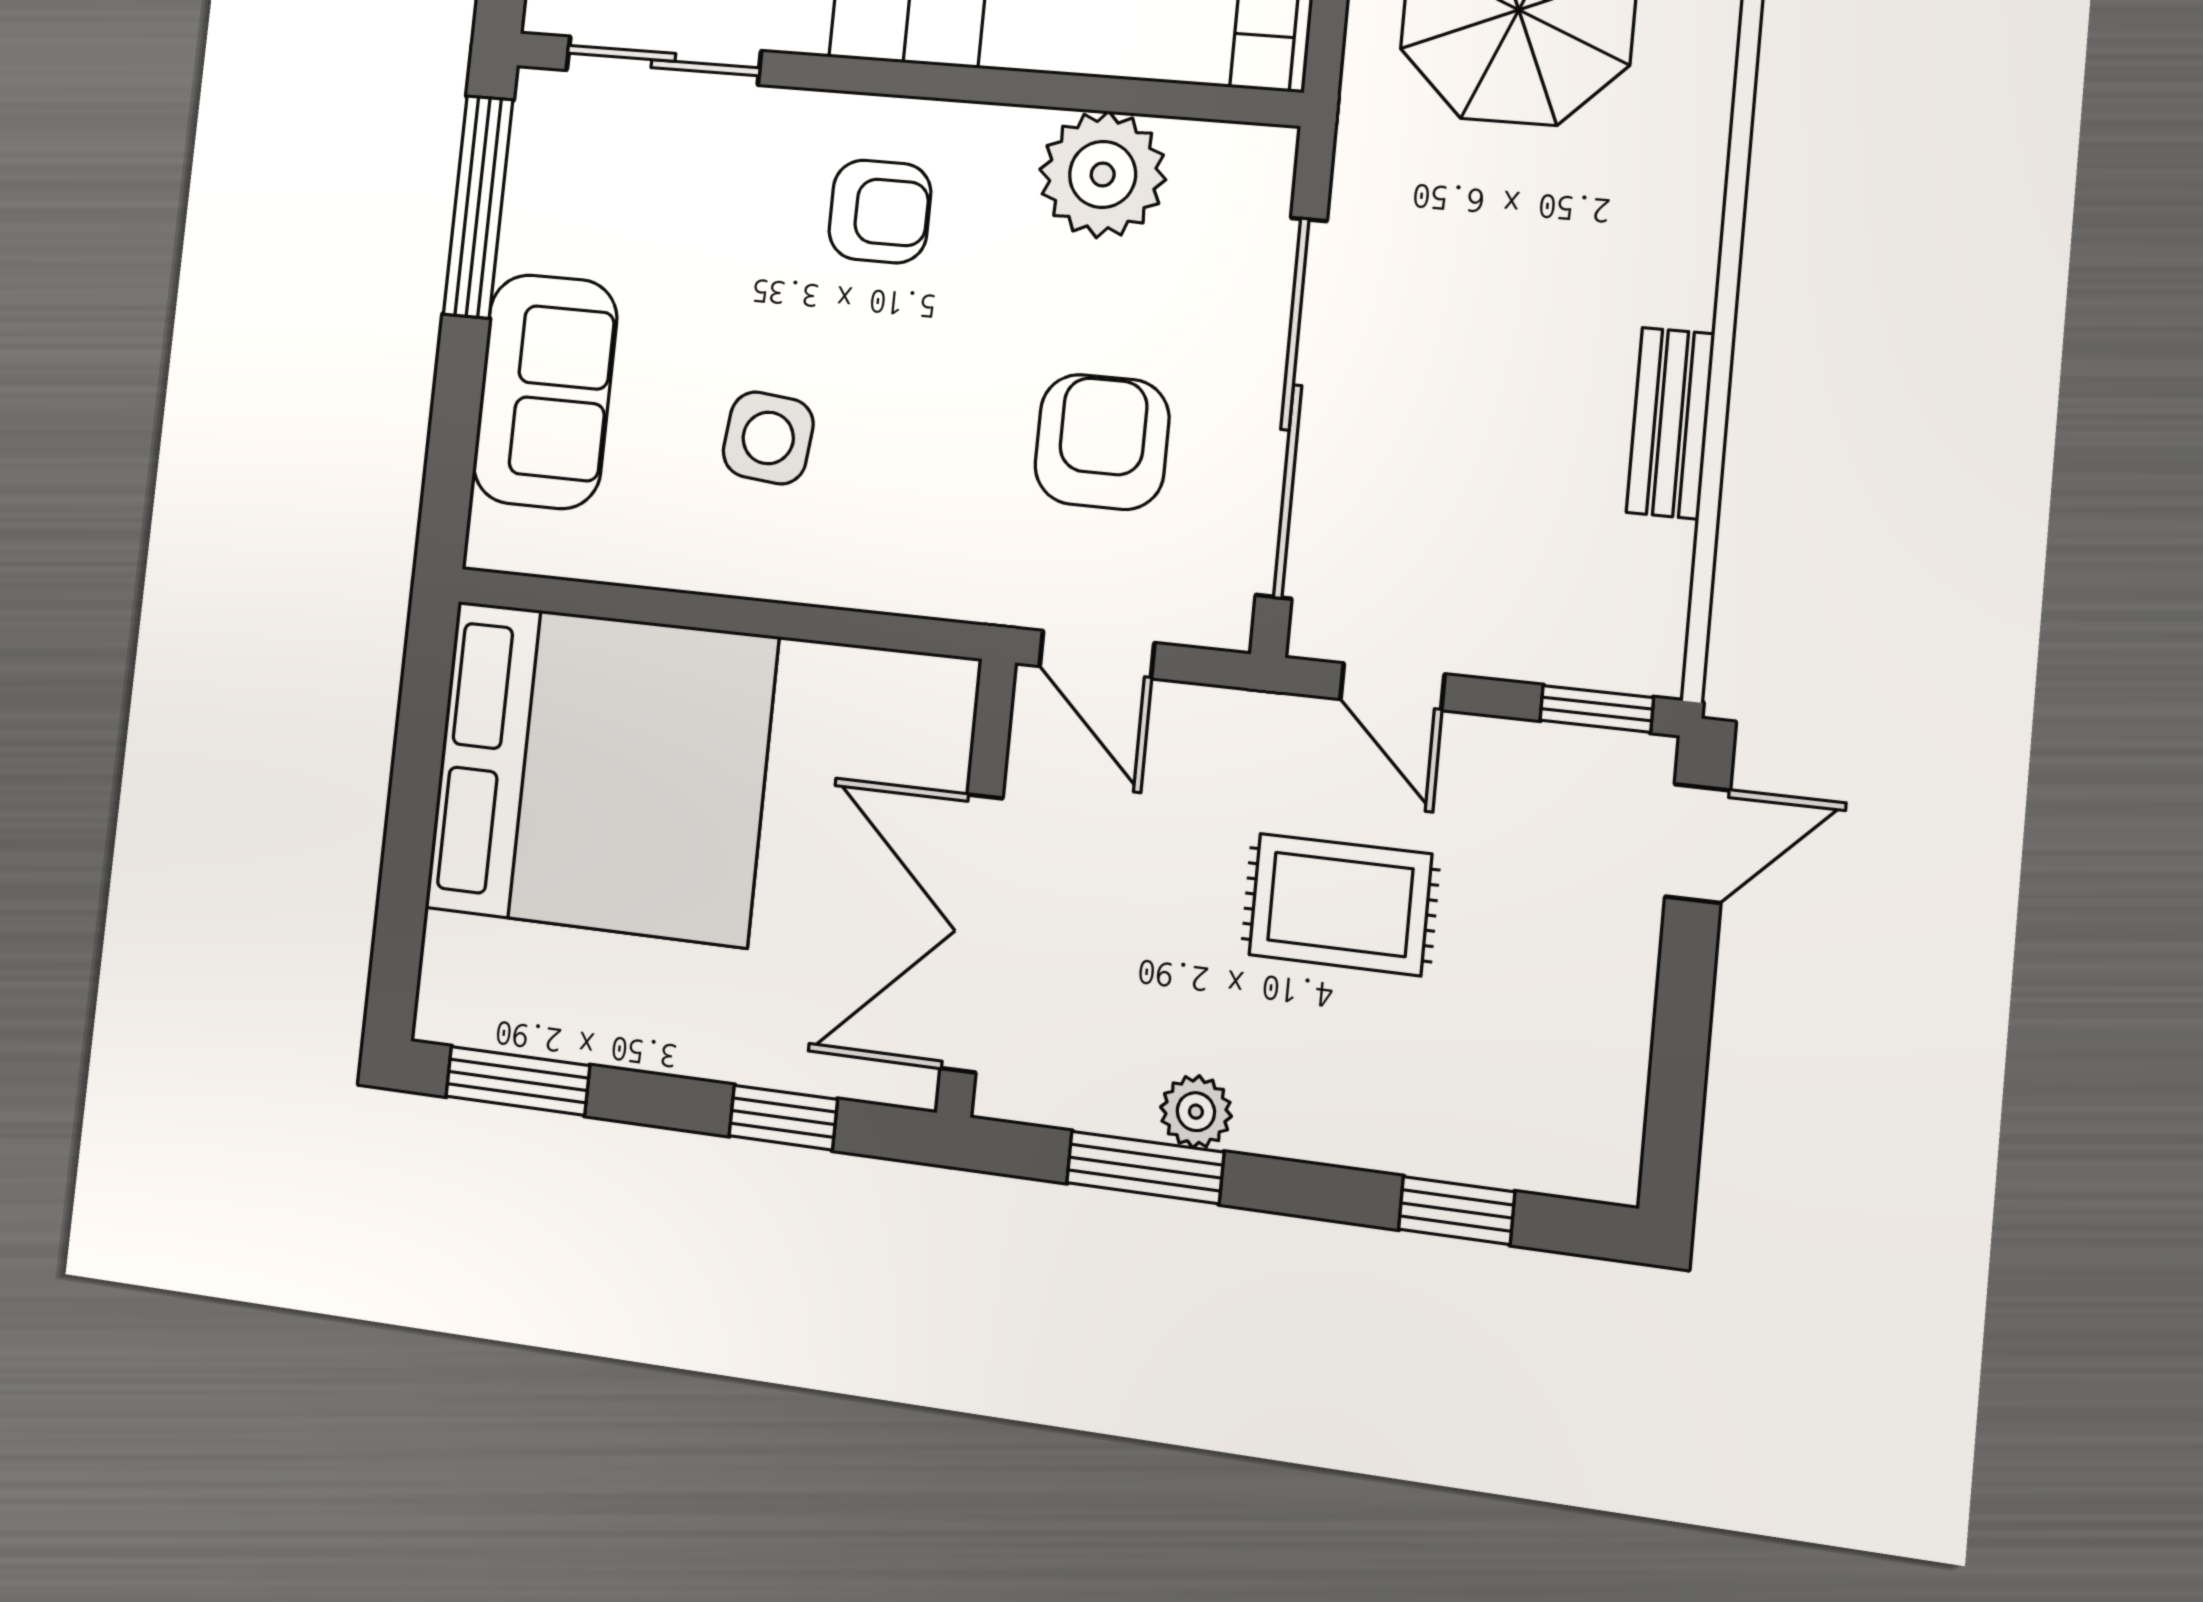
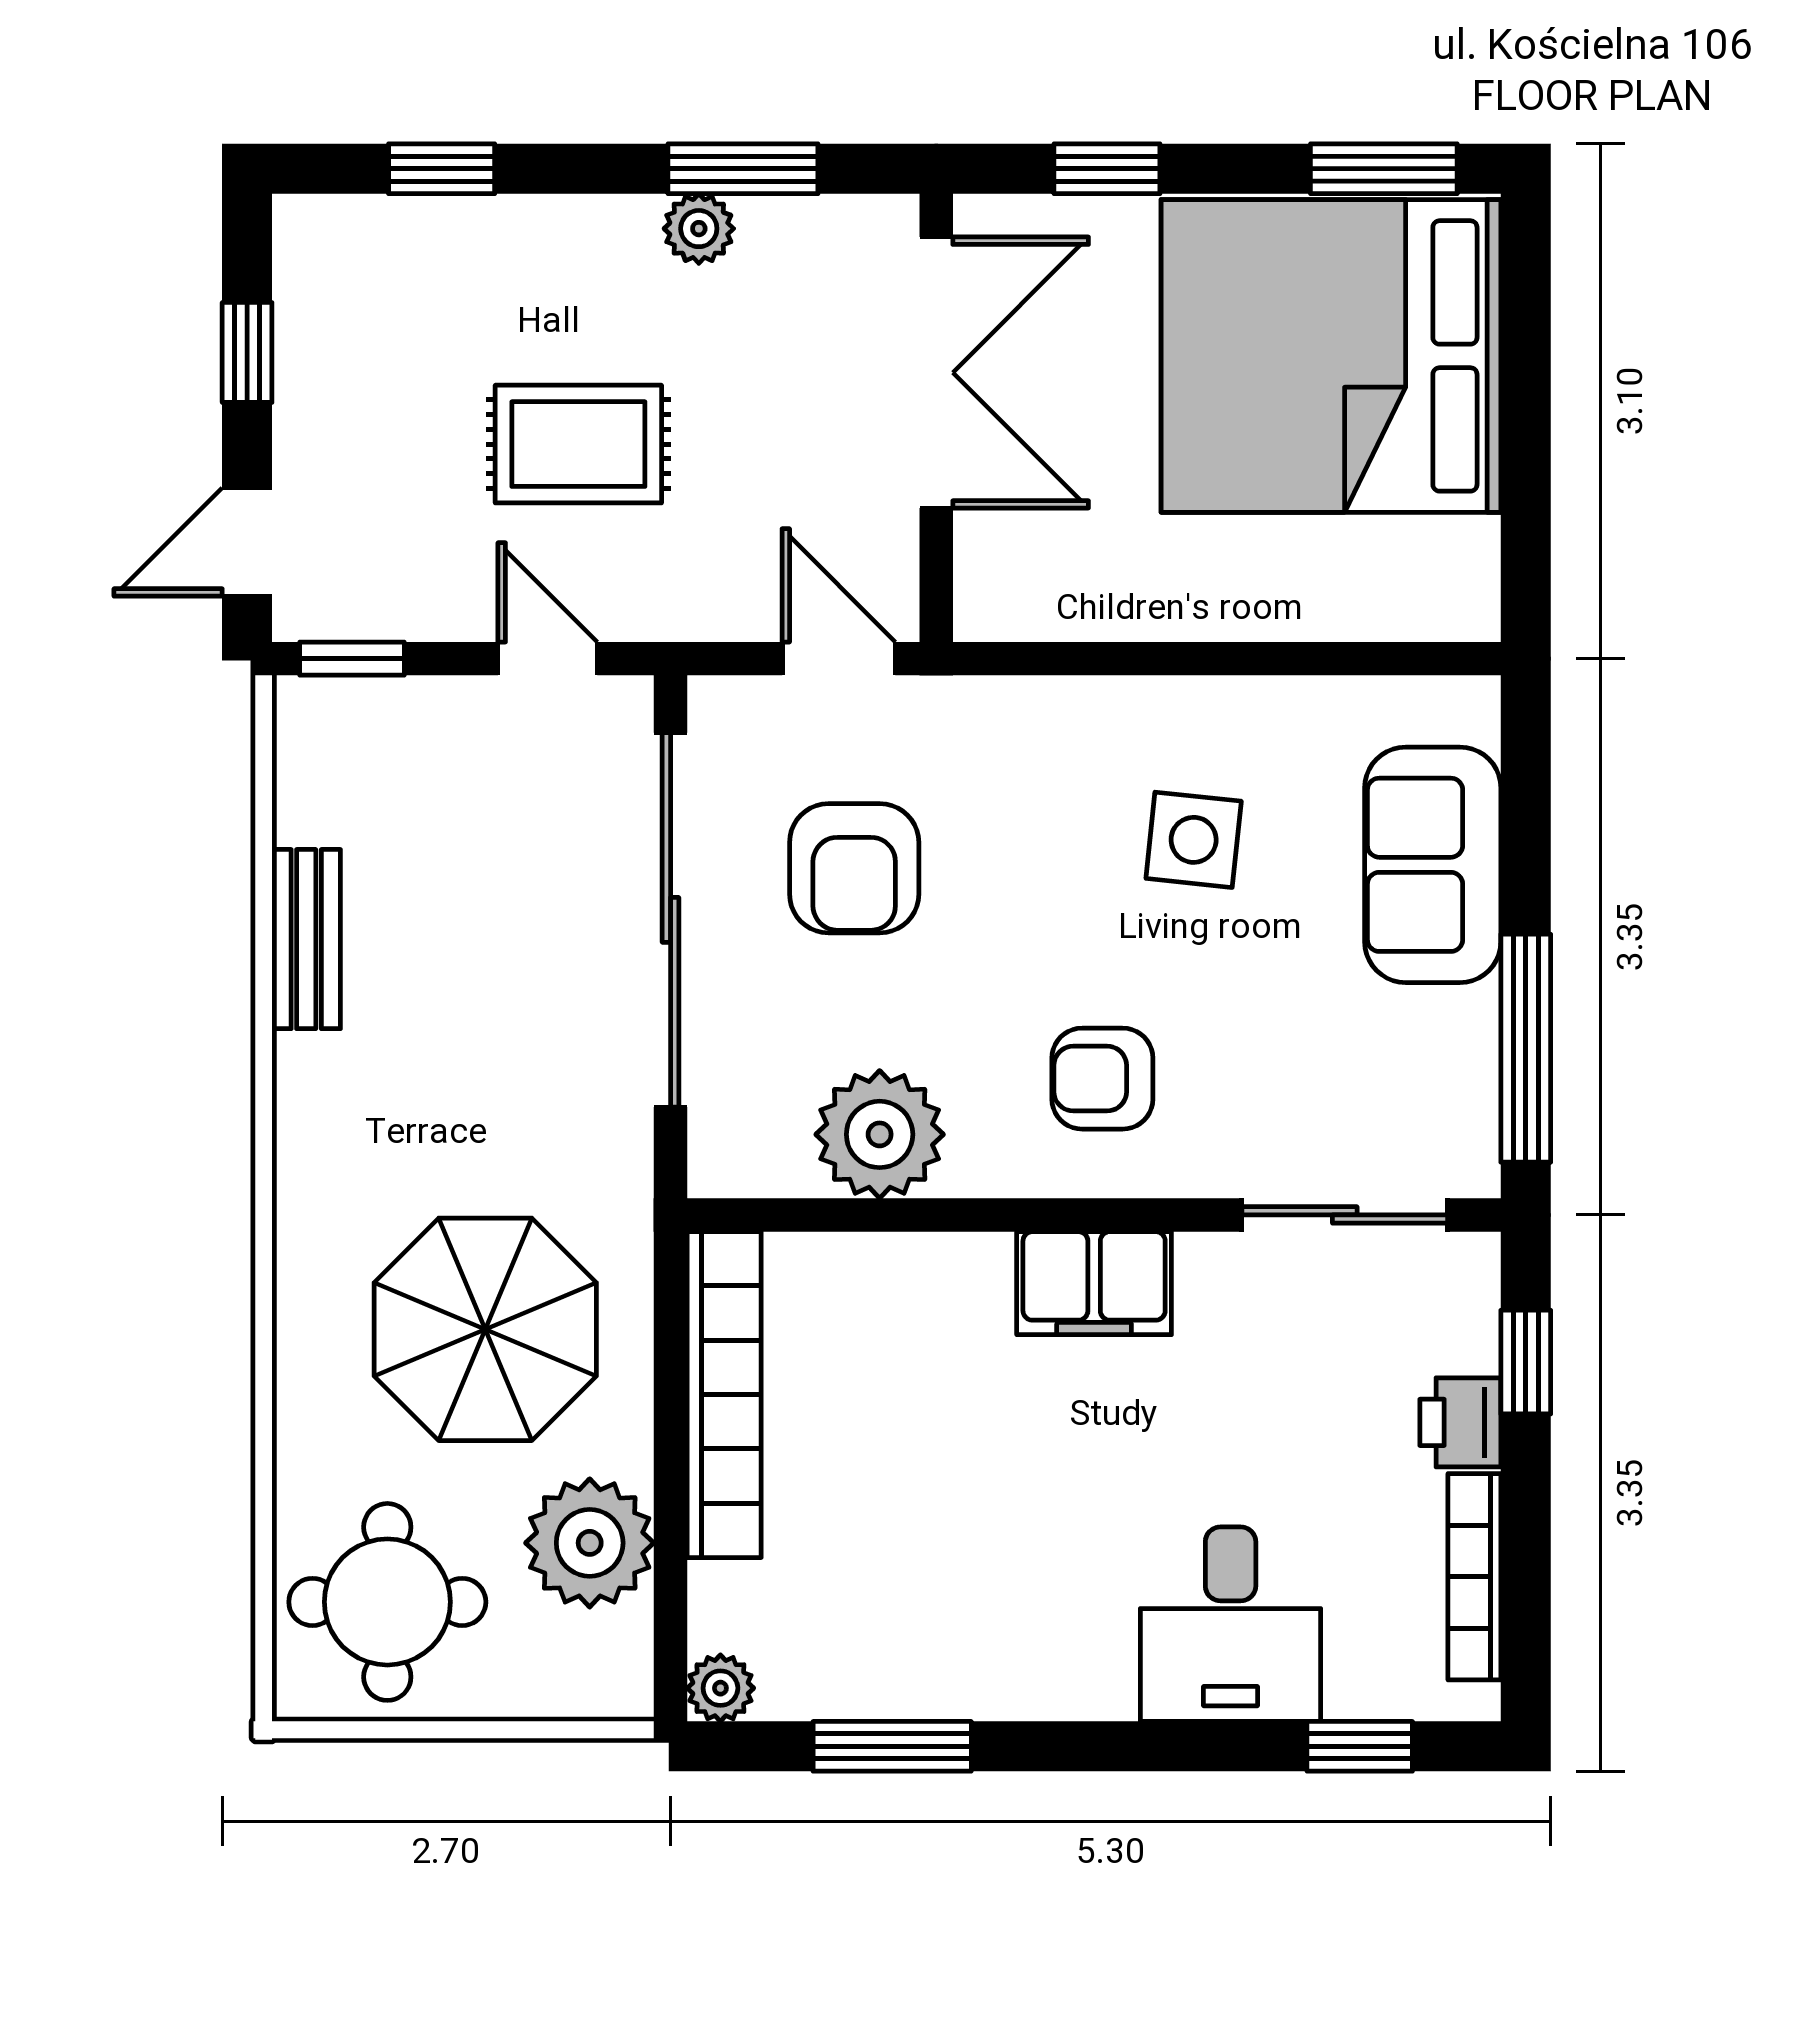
bed: (601, 773) -> (1331, 356), moved
window: (1680, 1044) -> (247, 352), added

